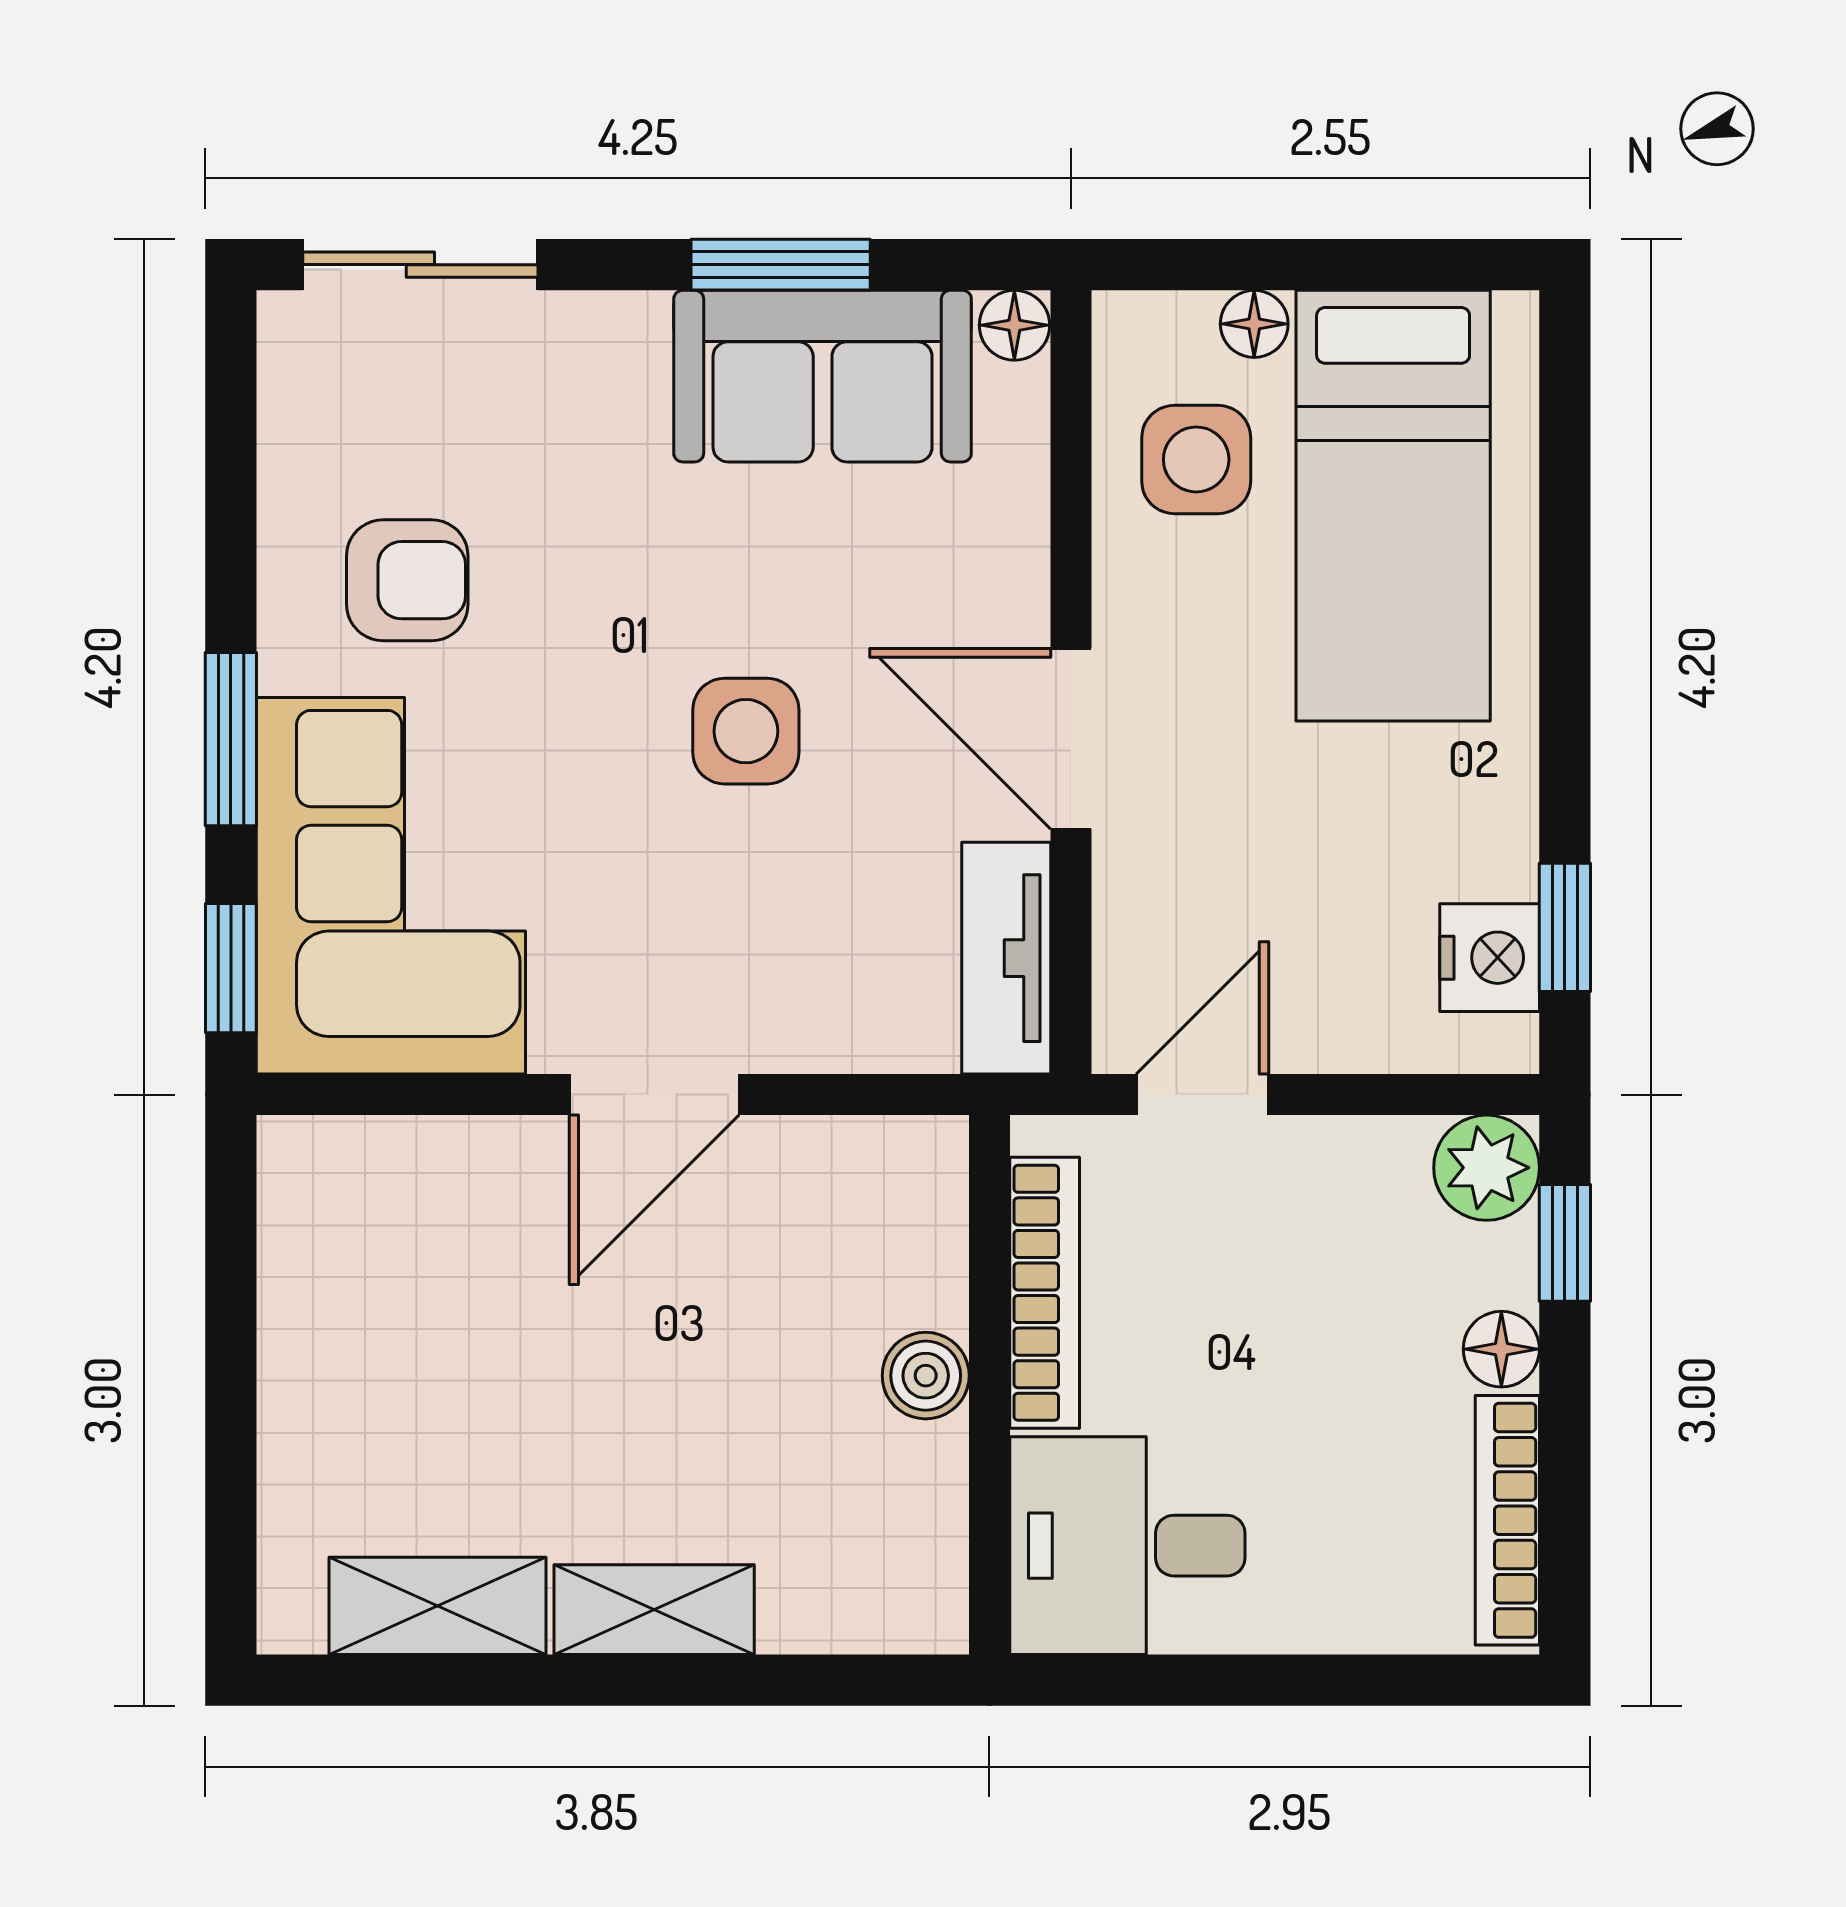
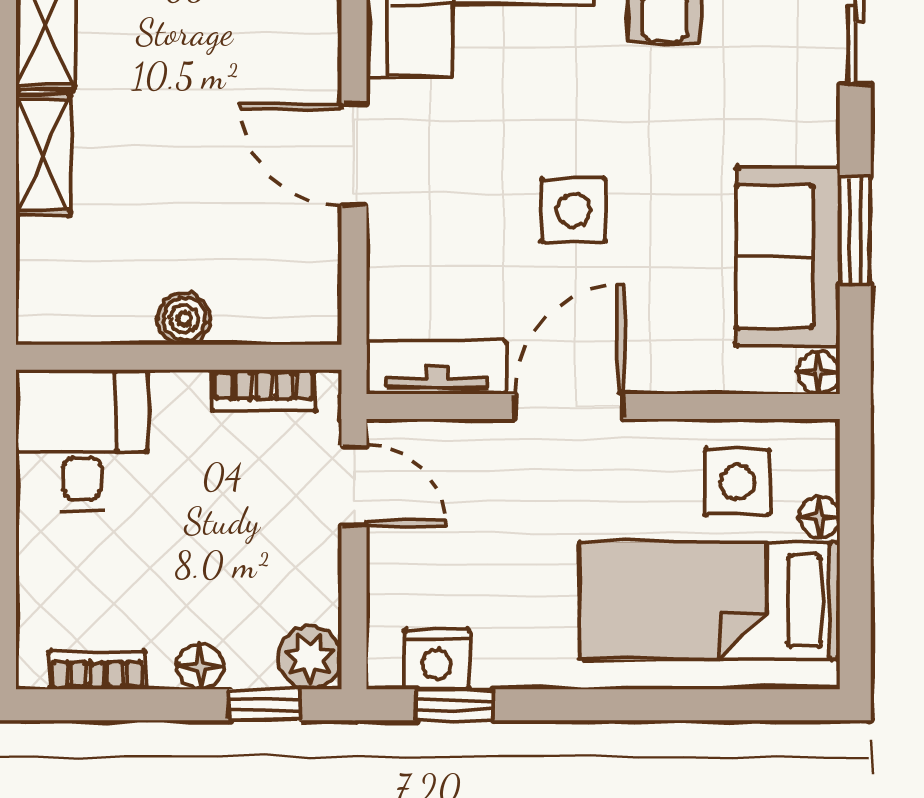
bookcase: (1045, 1293) -> (264, 391), width x0.64
bookcase: (1507, 1520) -> (97, 670), width x0.64

